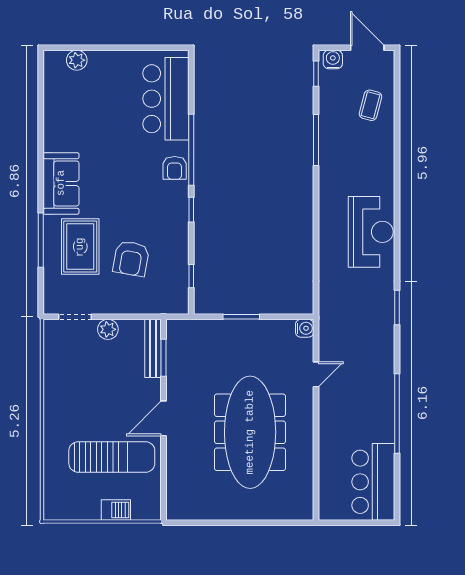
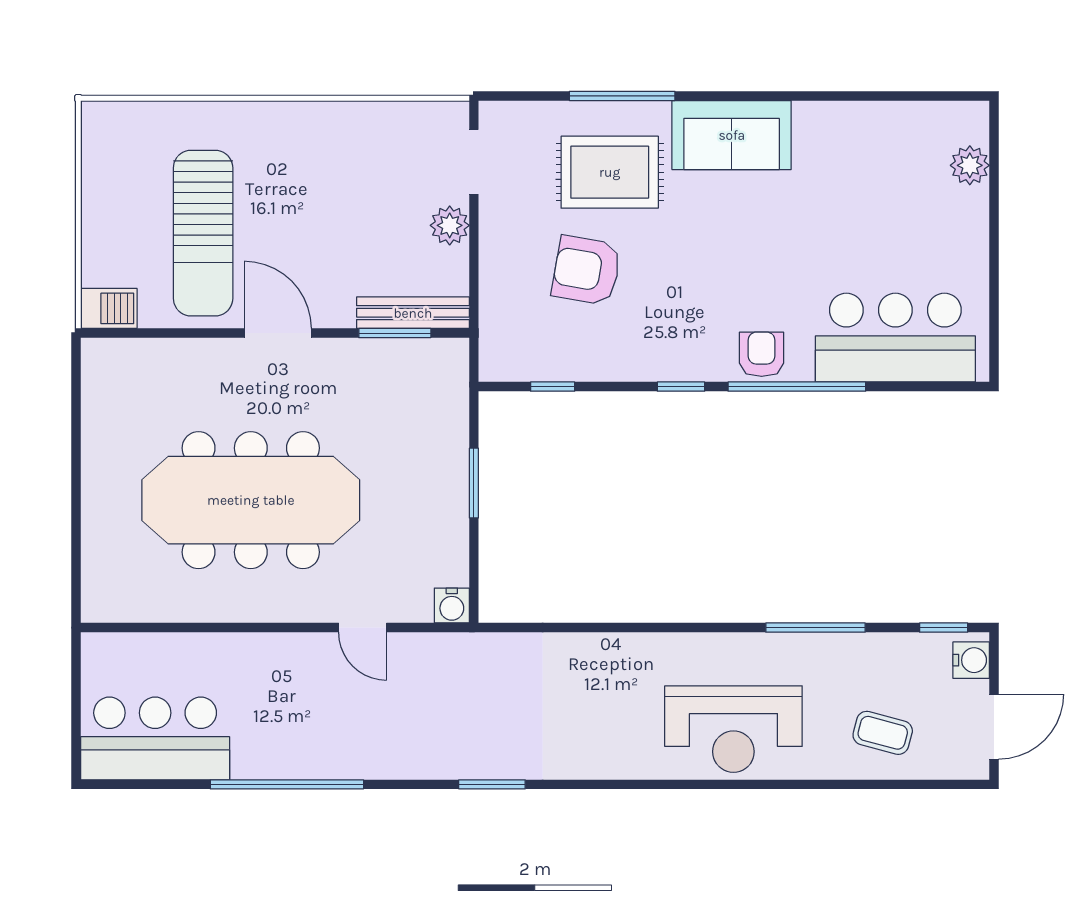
armchair: (175, 168) -> (762, 354), turned 90
reception desk: (371, 232) -> (733, 729), moved
barbecue: (116, 510) -> (109, 308), moved, turned -90

